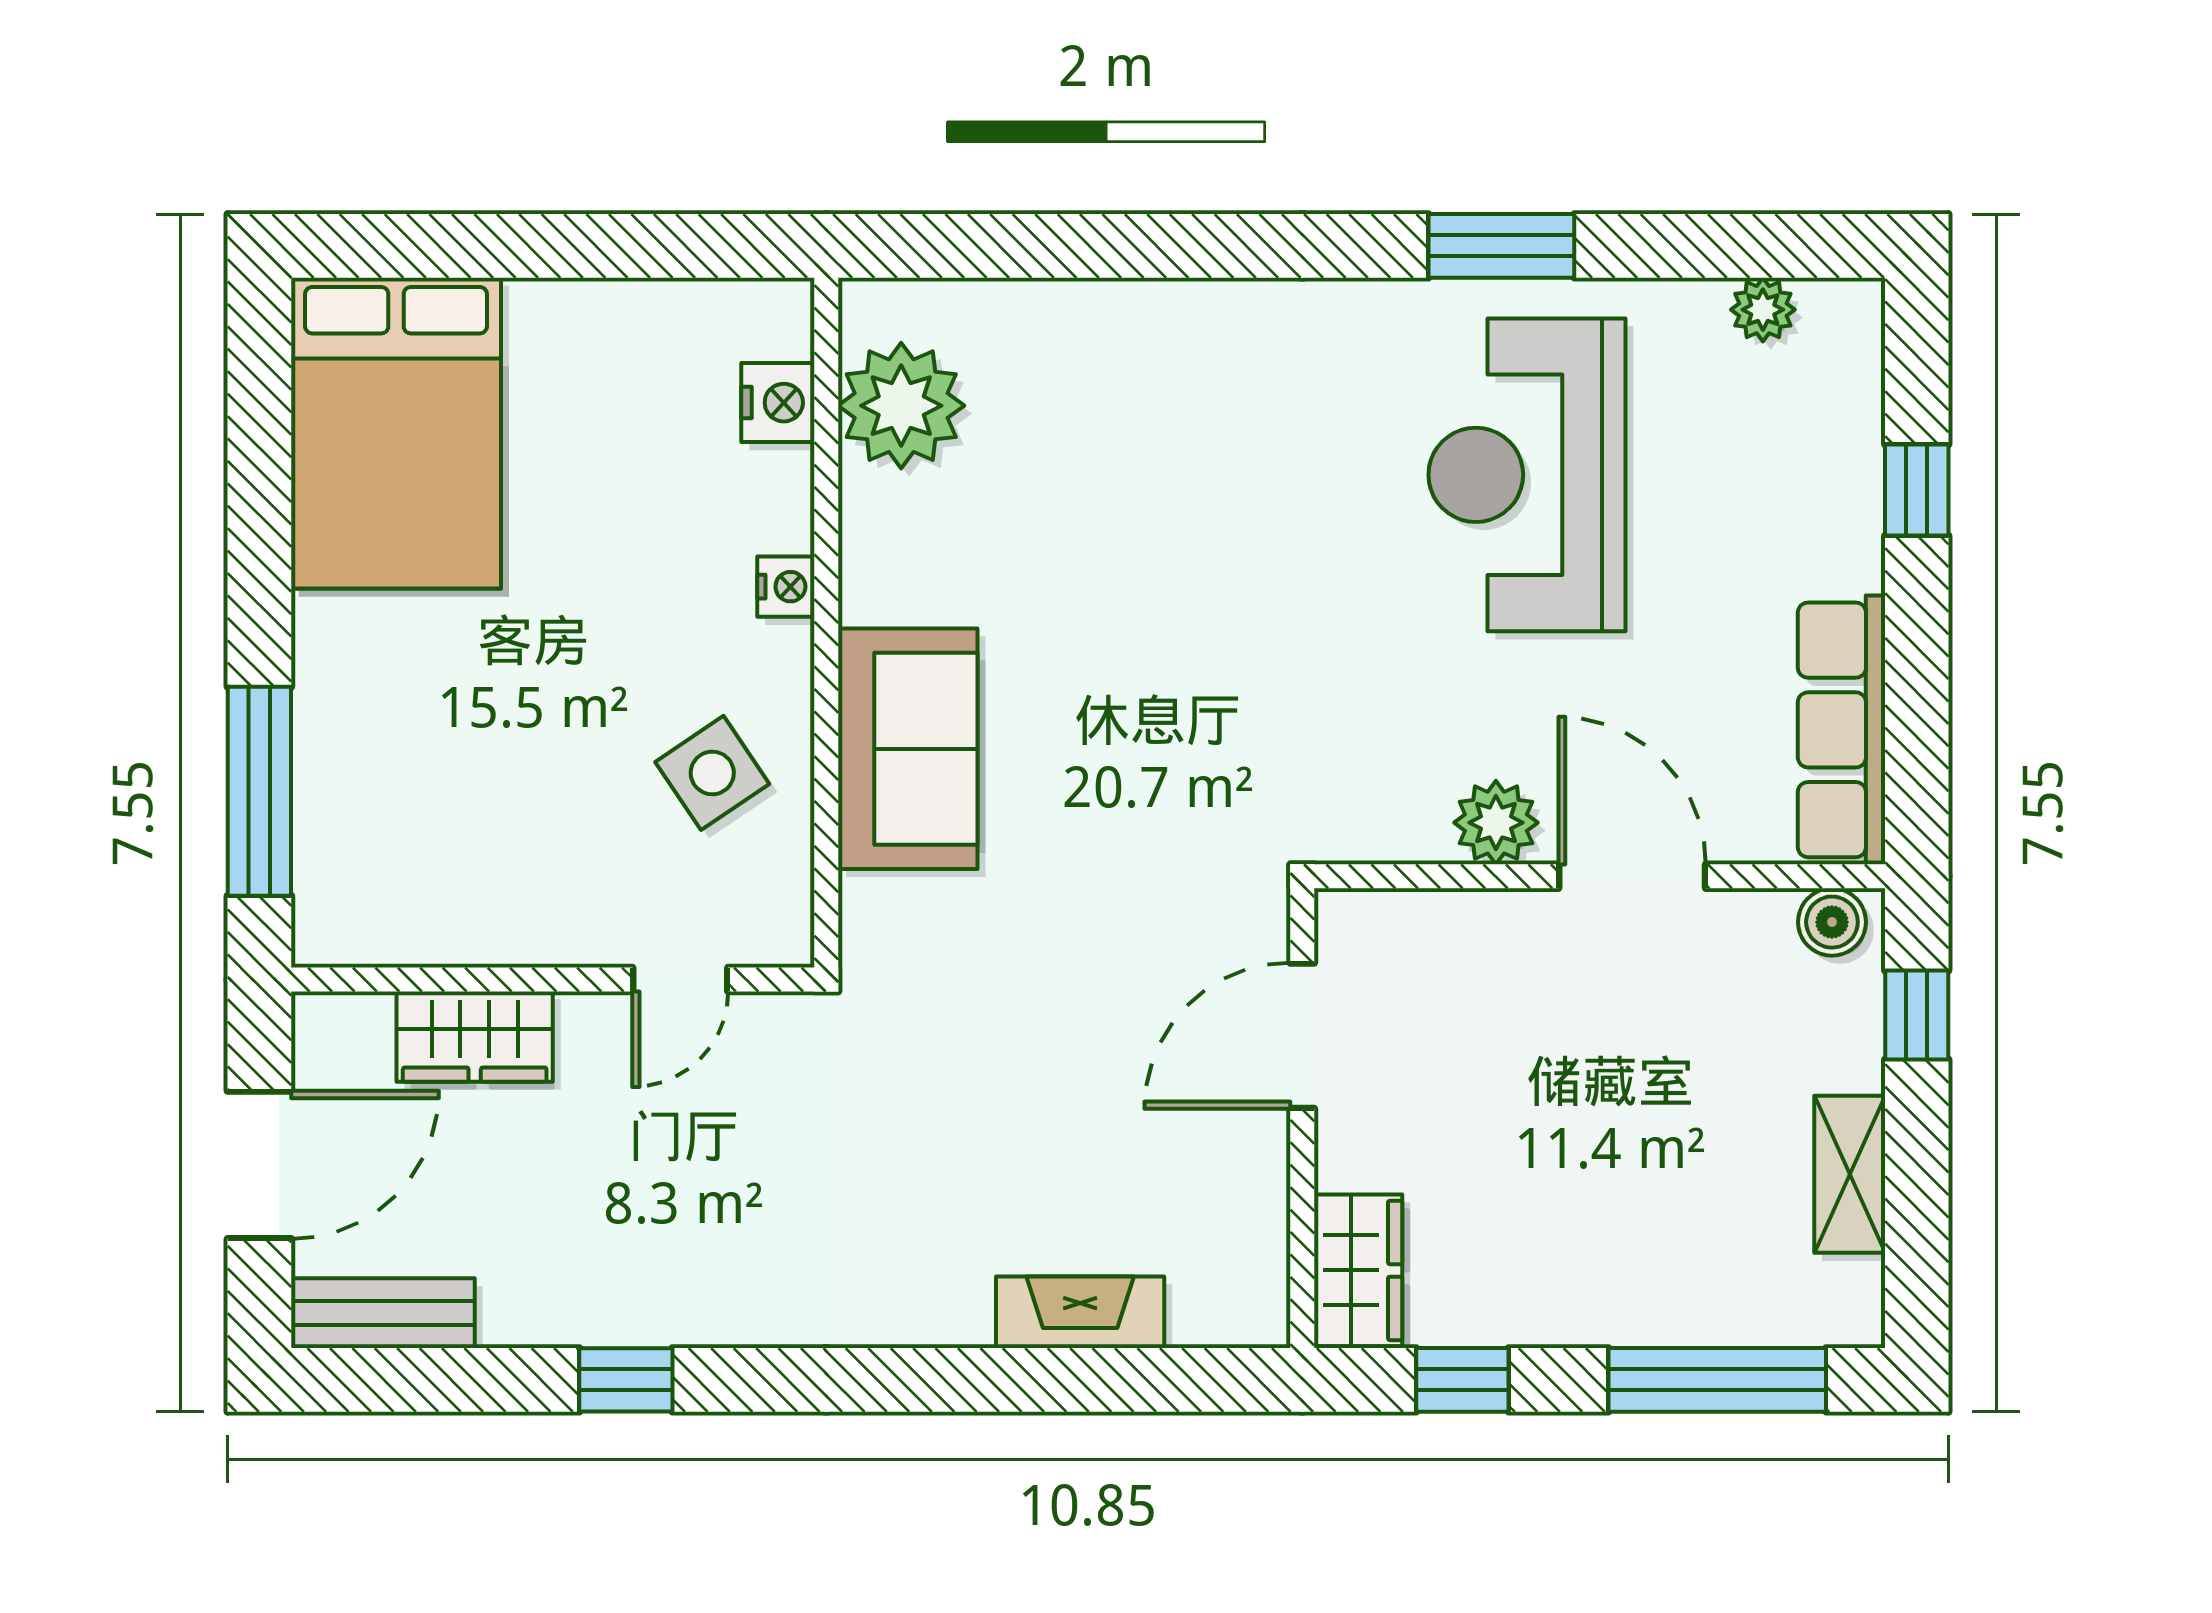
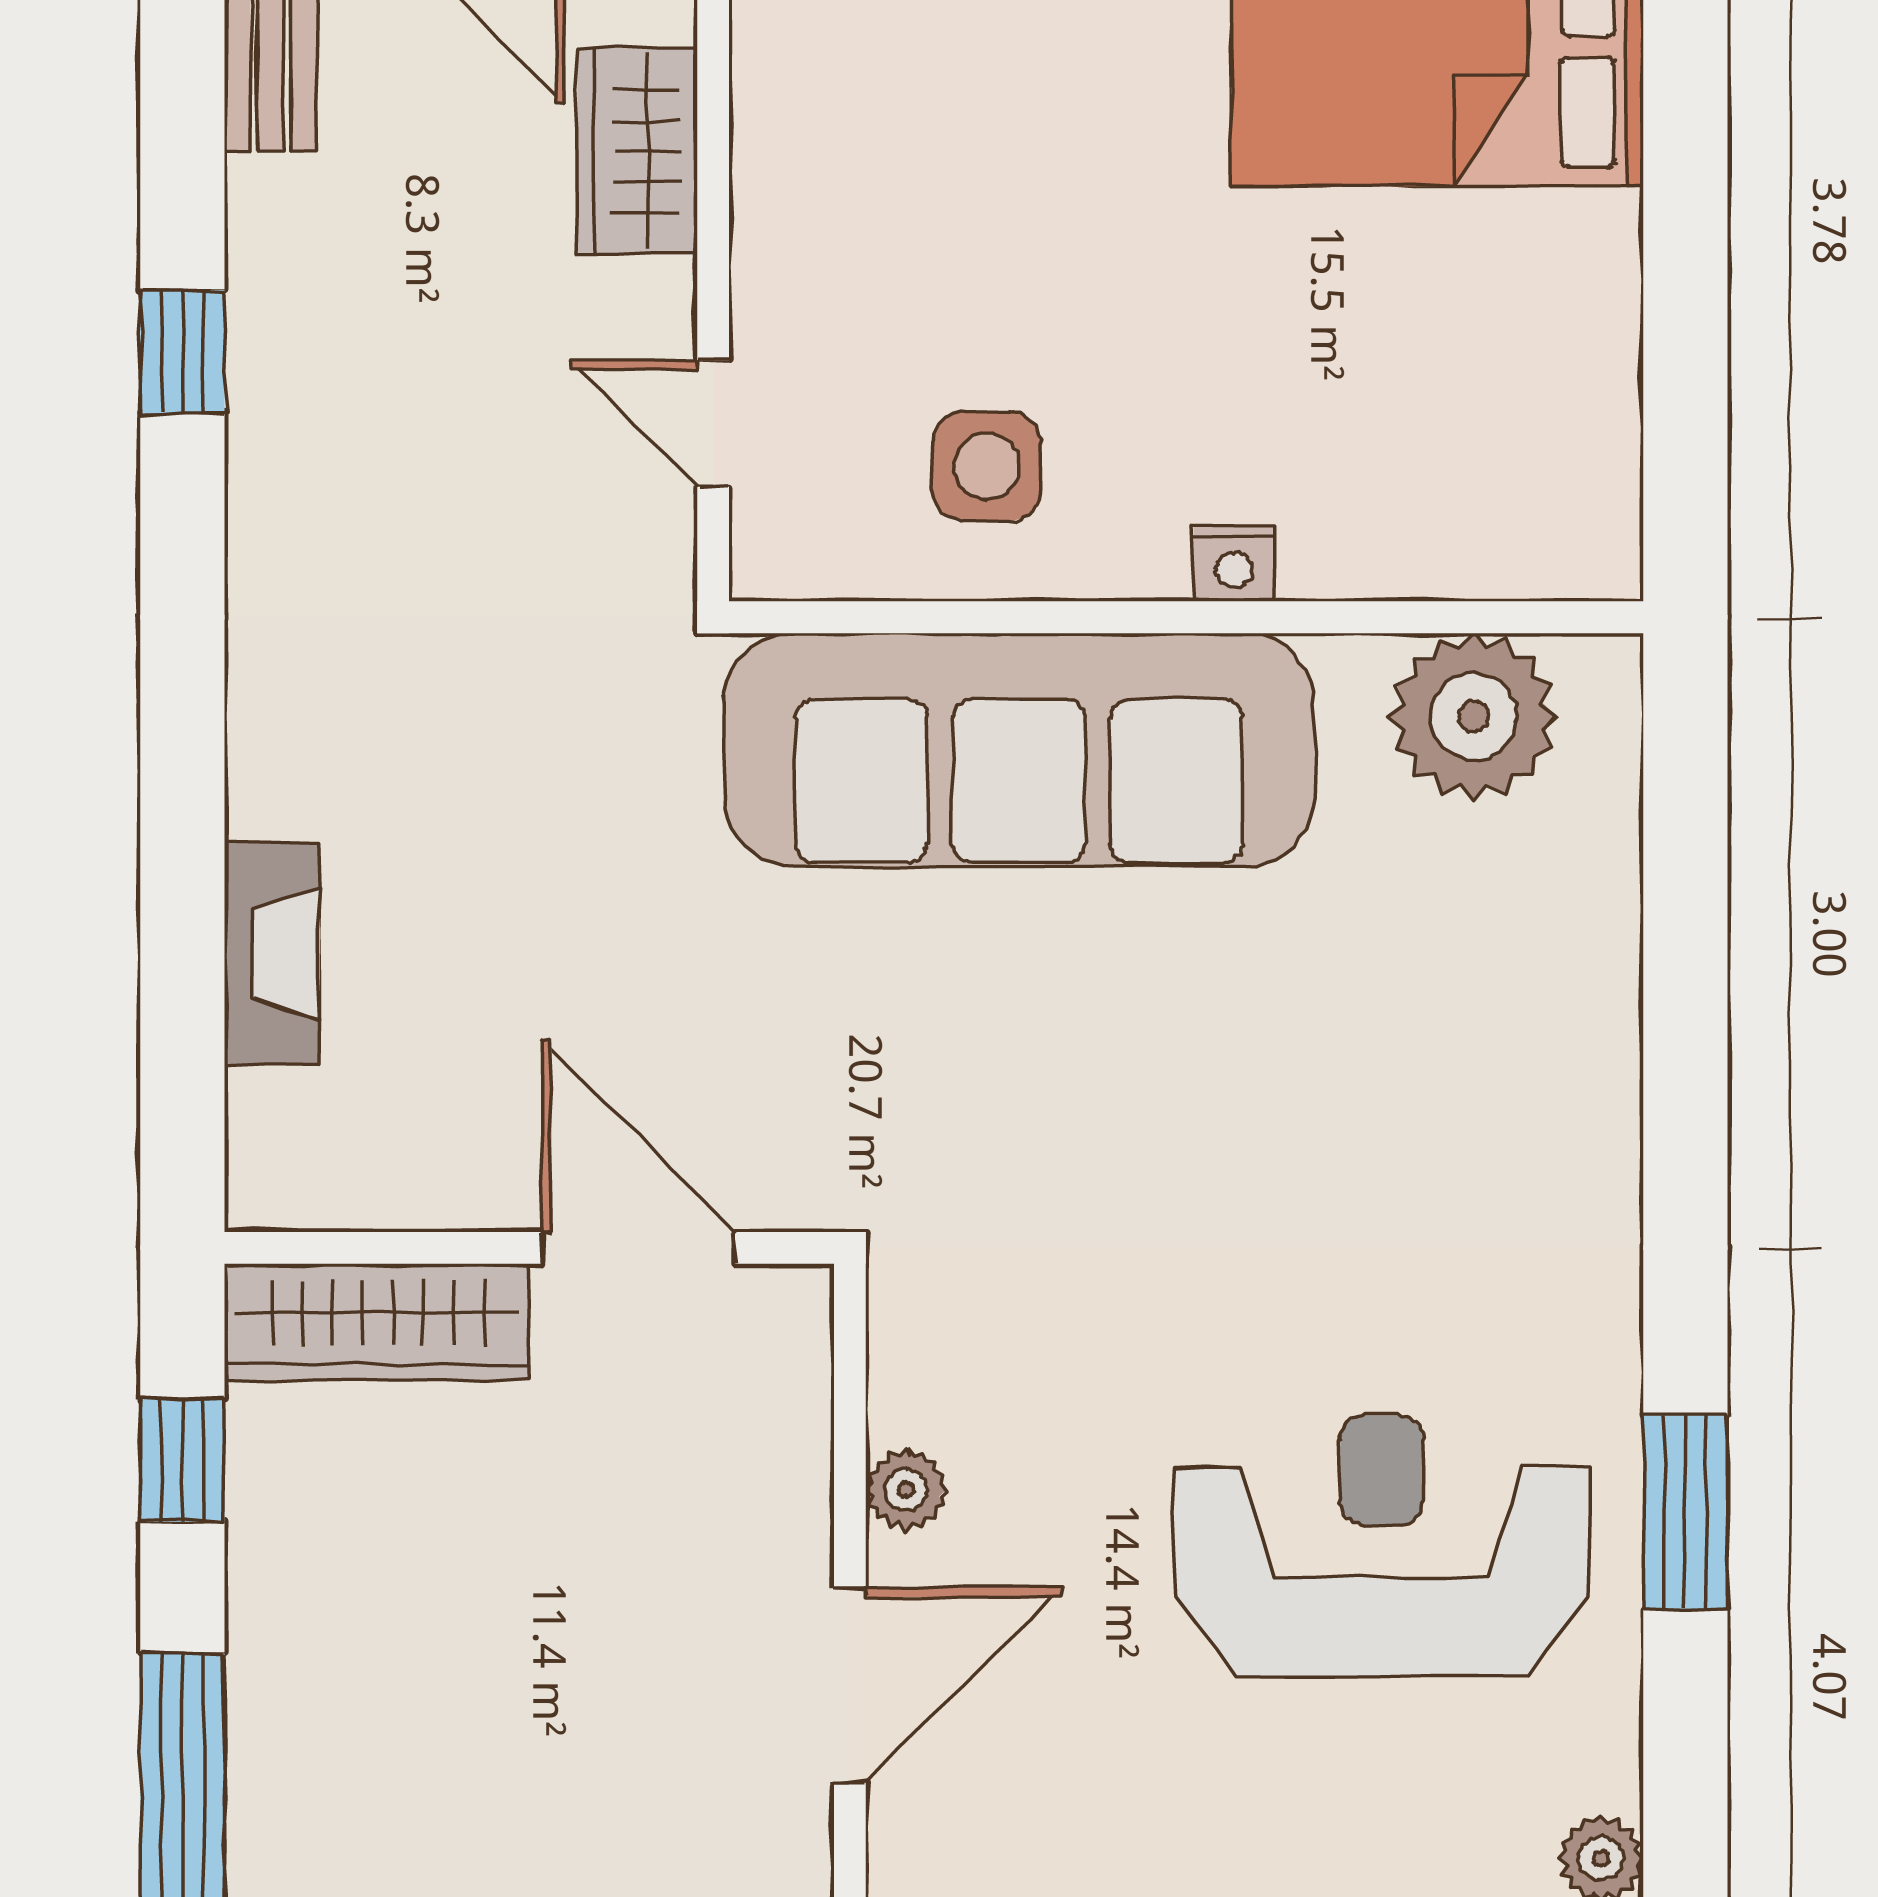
nightstand: (778, 403) -> (1478, 553), removed
sofa: (908, 749) -> (1019, 750), width x1.85, depth x1.27
side table: (712, 773) -> (987, 466), turned 34
plant: (1496, 823) -> (906, 1490), width x0.73, depth x0.73
wardrobe: (1358, 1270) -> (378, 1322), width x1.50

